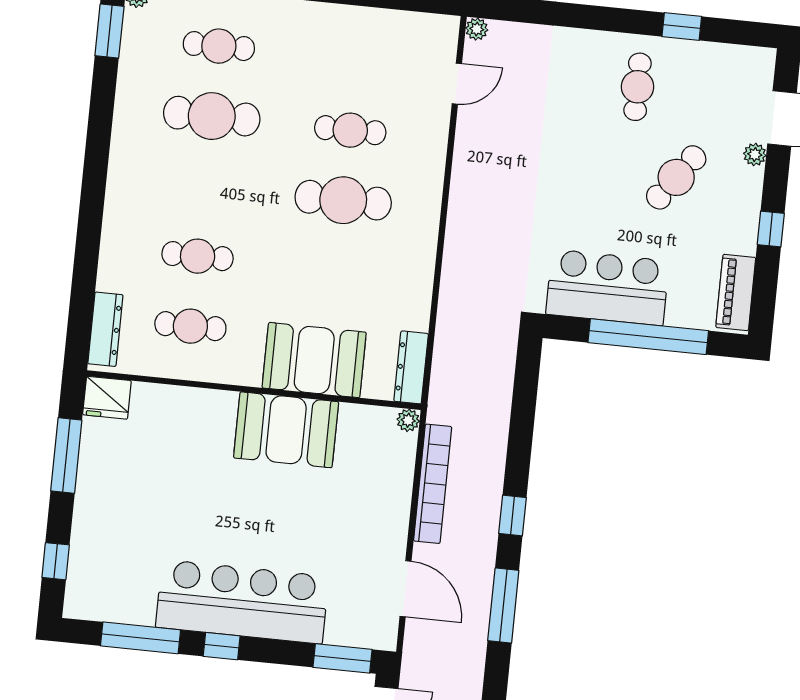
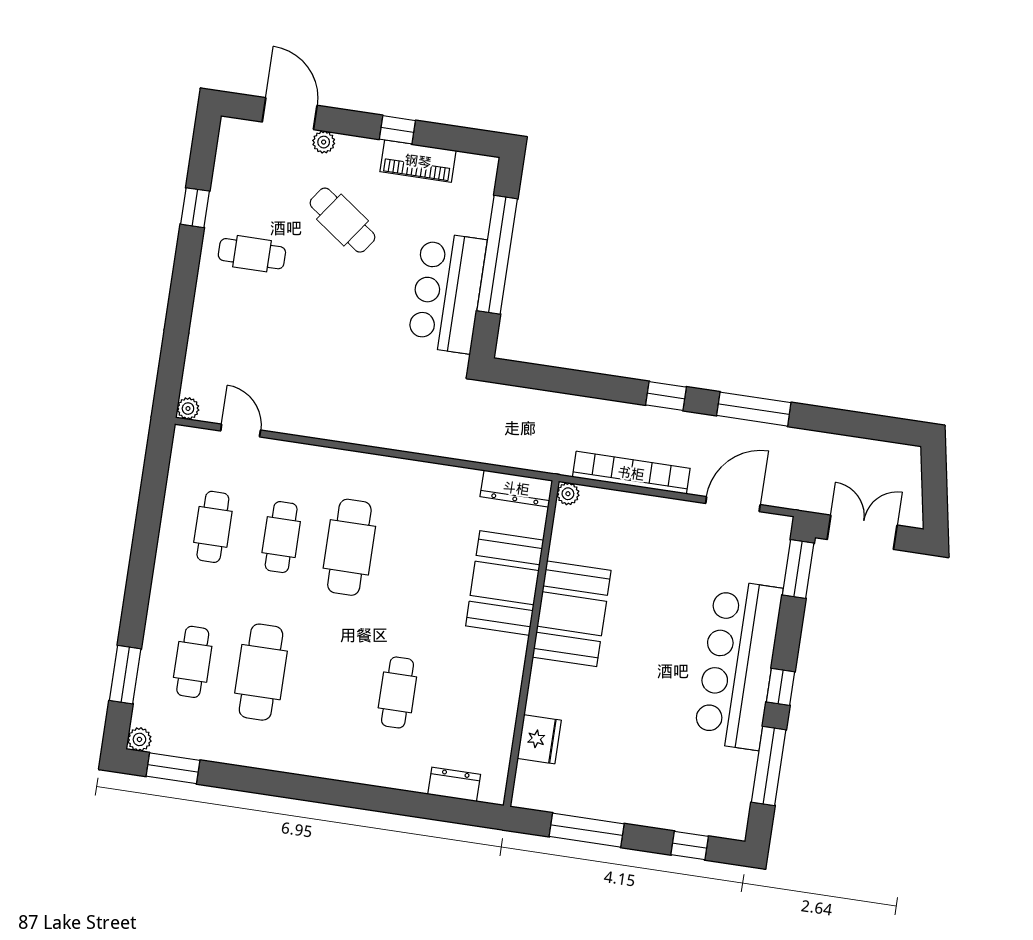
piano: (736, 292) -> (418, 161), moved
cafe table: (190, 326) -> (213, 527), moved
dresser: (105, 329) -> (454, 784), width x0.70
fridge: (107, 398) -> (539, 739), moved

